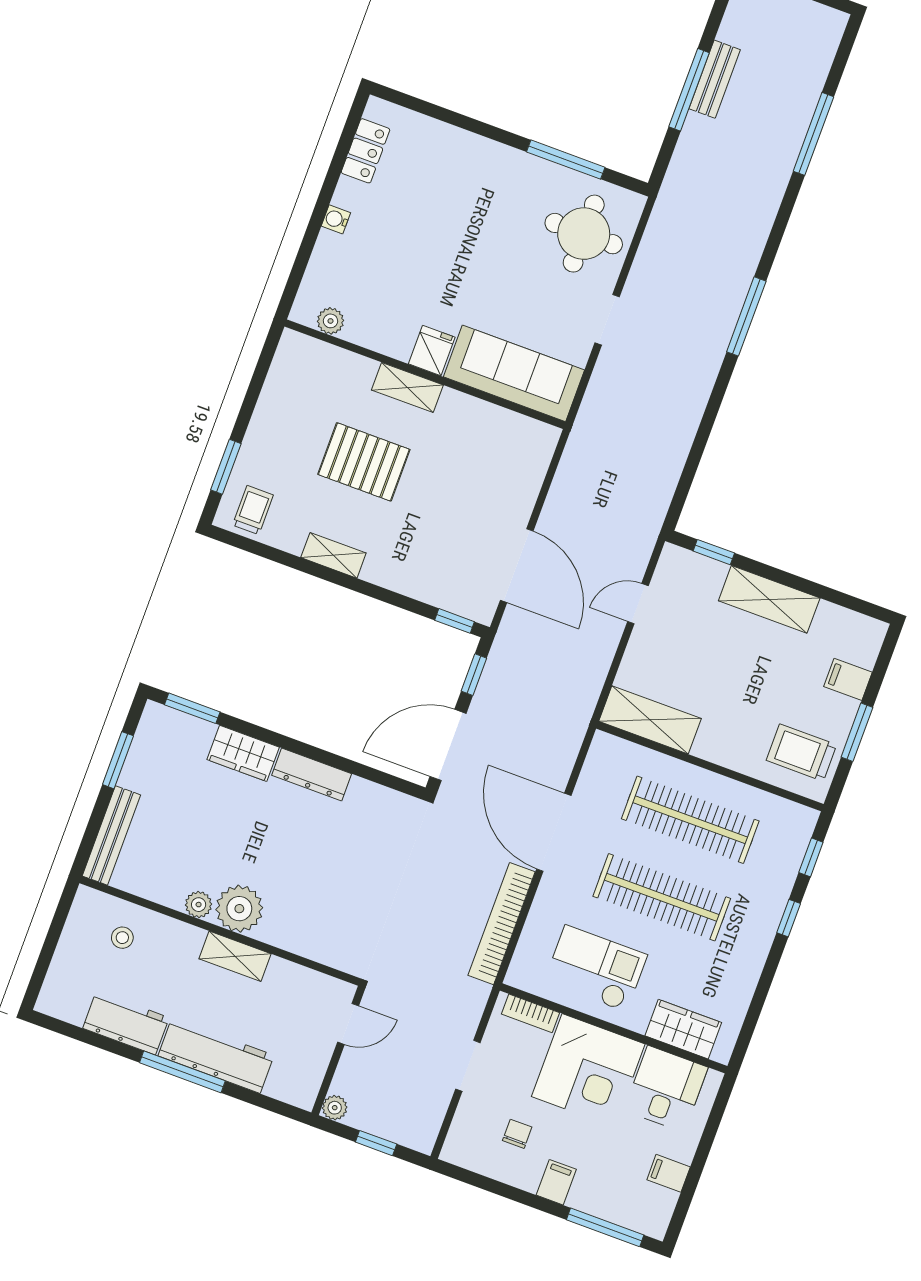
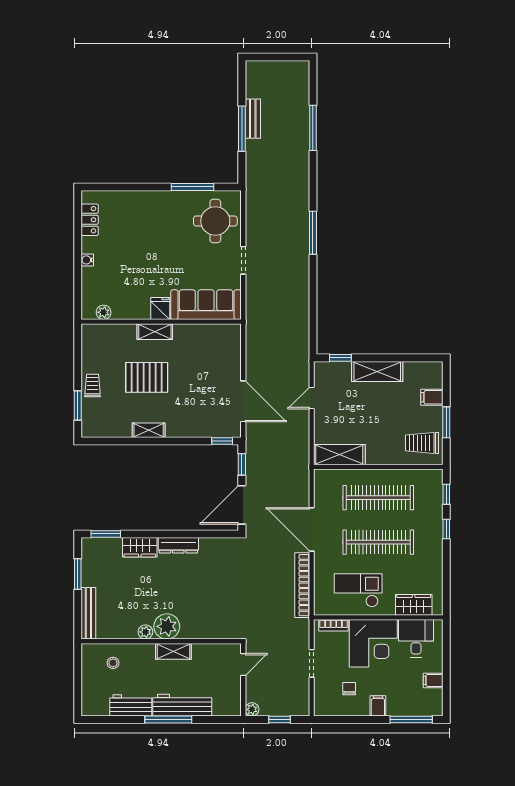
trolley: (253, 510) -> (93, 385), moved

